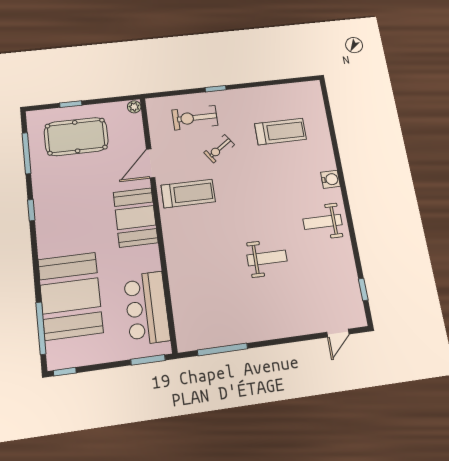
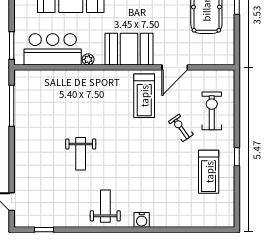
window: (216, 89) -> (237, 157), moved
plant: (134, 107) -> (88, 59), moved
treadmill: (281, 132) -> (209, 172), moved
door: (151, 163) -> (175, 67), swing flipped

